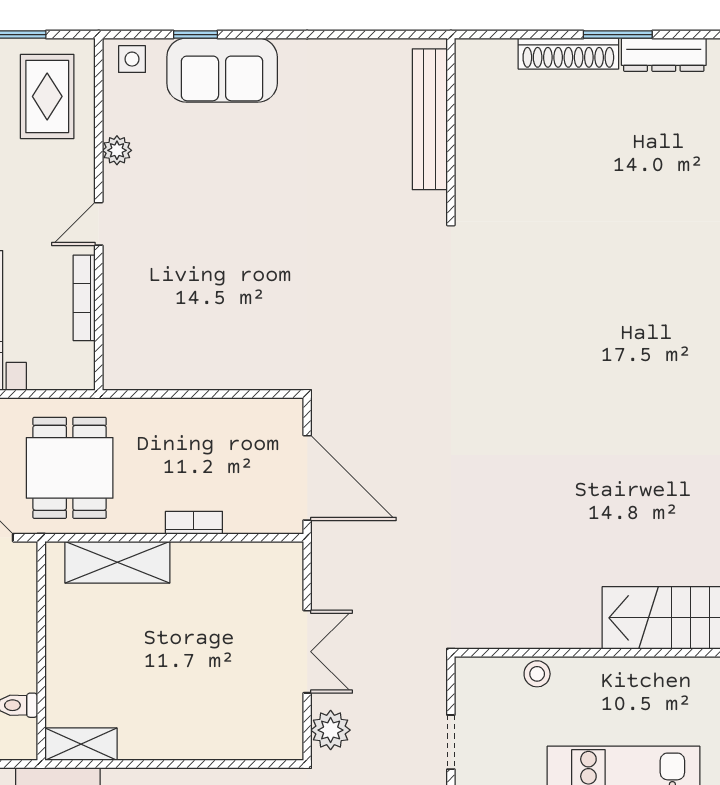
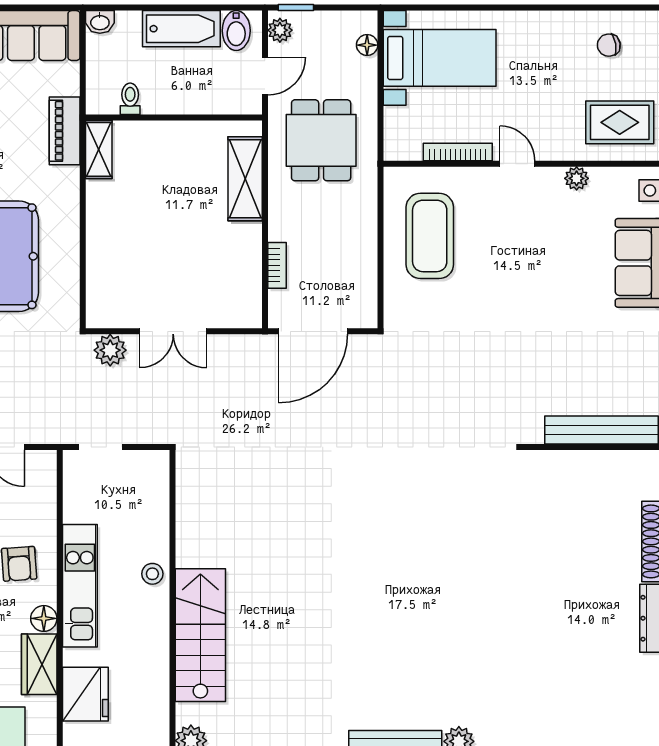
coffee table: (188, 333) -> (430, 236), added
dining table: (70, 468) -> (321, 140), turned 90
bookcase: (194, 523) -> (277, 265), moved
stool: (537, 674) -> (152, 574), moved

